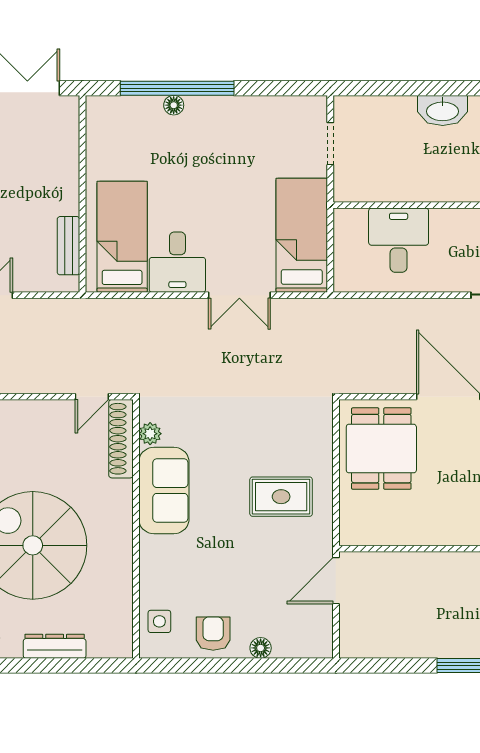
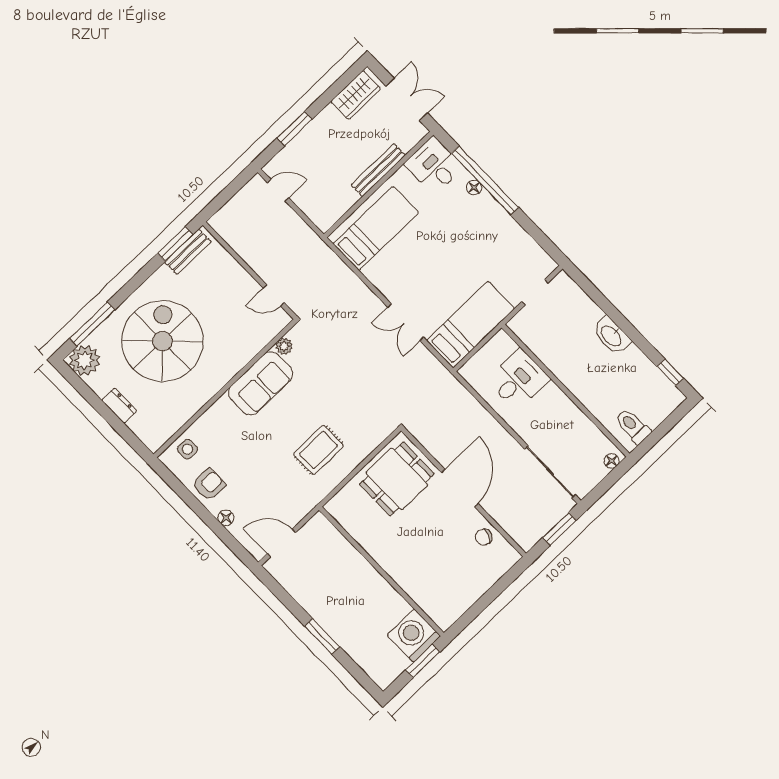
bench: (69, 246) -> (378, 170), moved, width x1.36
desk: (177, 262) -> (434, 166), moved, turned 90
shoe rack: (121, 439) -> (266, 333), removed
rug: (281, 497) -> (318, 450), turned 90
door: (336, 581) -> (281, 543), moved
dresser: (55, 646) -> (119, 406), width x0.70

